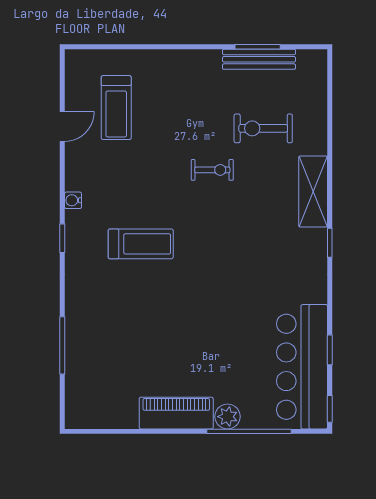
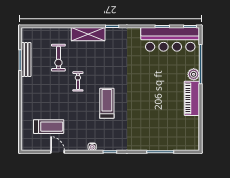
treadmill: (141, 244) -> (107, 103), moved

